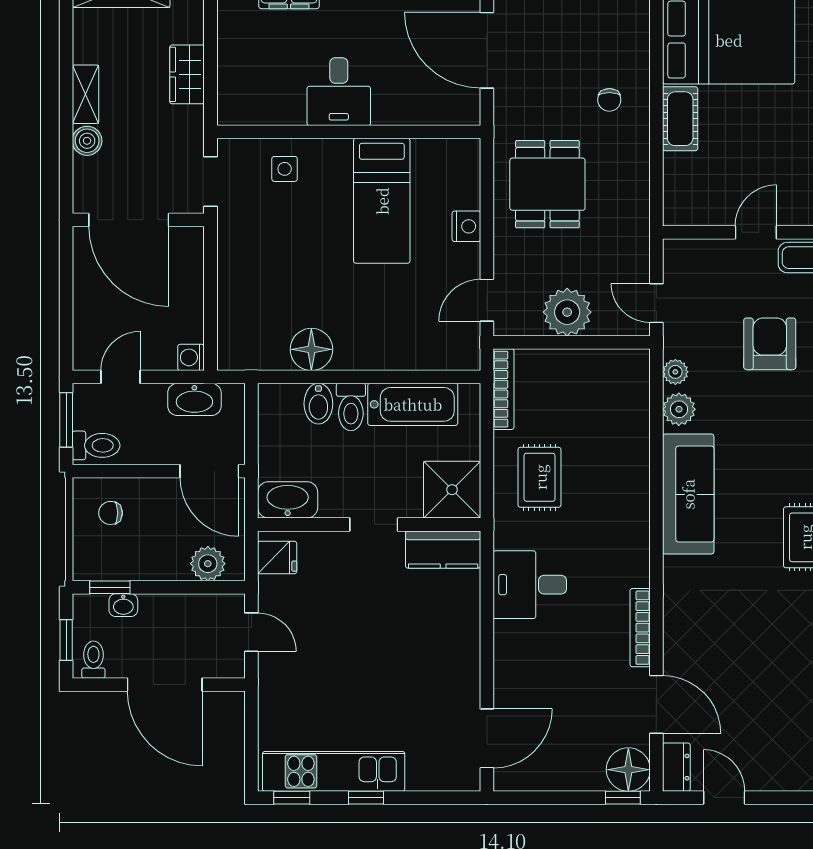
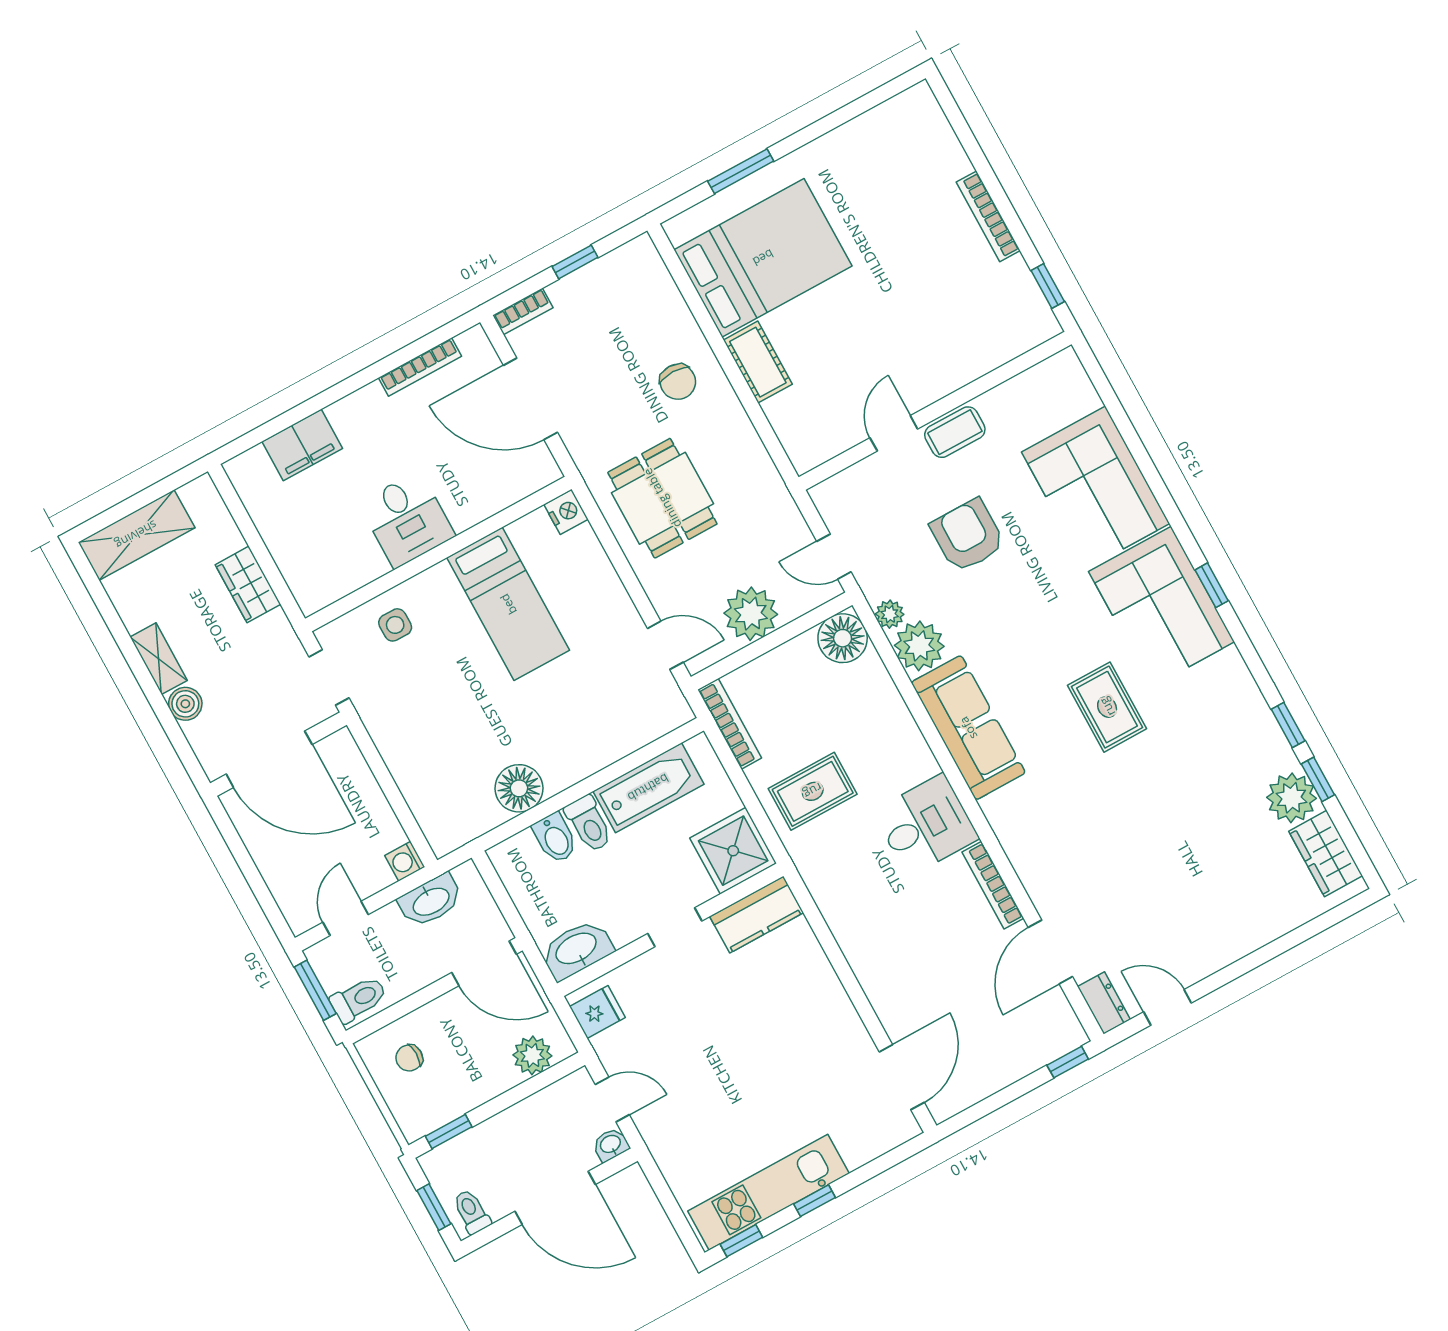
chair: (609, 100) -> (678, 382), width x1.37, depth x1.37
nightstand: (466, 226) -> (566, 512), moved
door: (487, 300) -> (665, 645), swing flipped
plant: (679, 409) -> (919, 646), width x1.36, depth x1.36
rug: (540, 477) -> (813, 791), turned 90
desk: (530, 585) -> (926, 825), moved, turned 180
washbasin: (123, 605) -> (611, 1145), moved, turned 180
door: (656, 704) -> (1050, 952), swing flipped
floor lamp: (628, 770) -> (843, 638), moved

